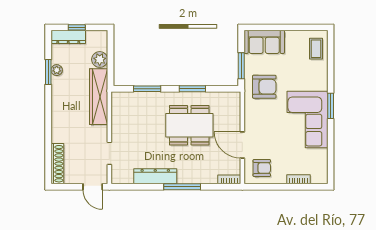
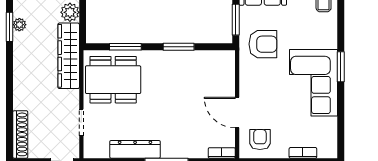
dining table: (189, 125) -> (113, 80), moved
armchair: (262, 168) -> (260, 140), turned -90

